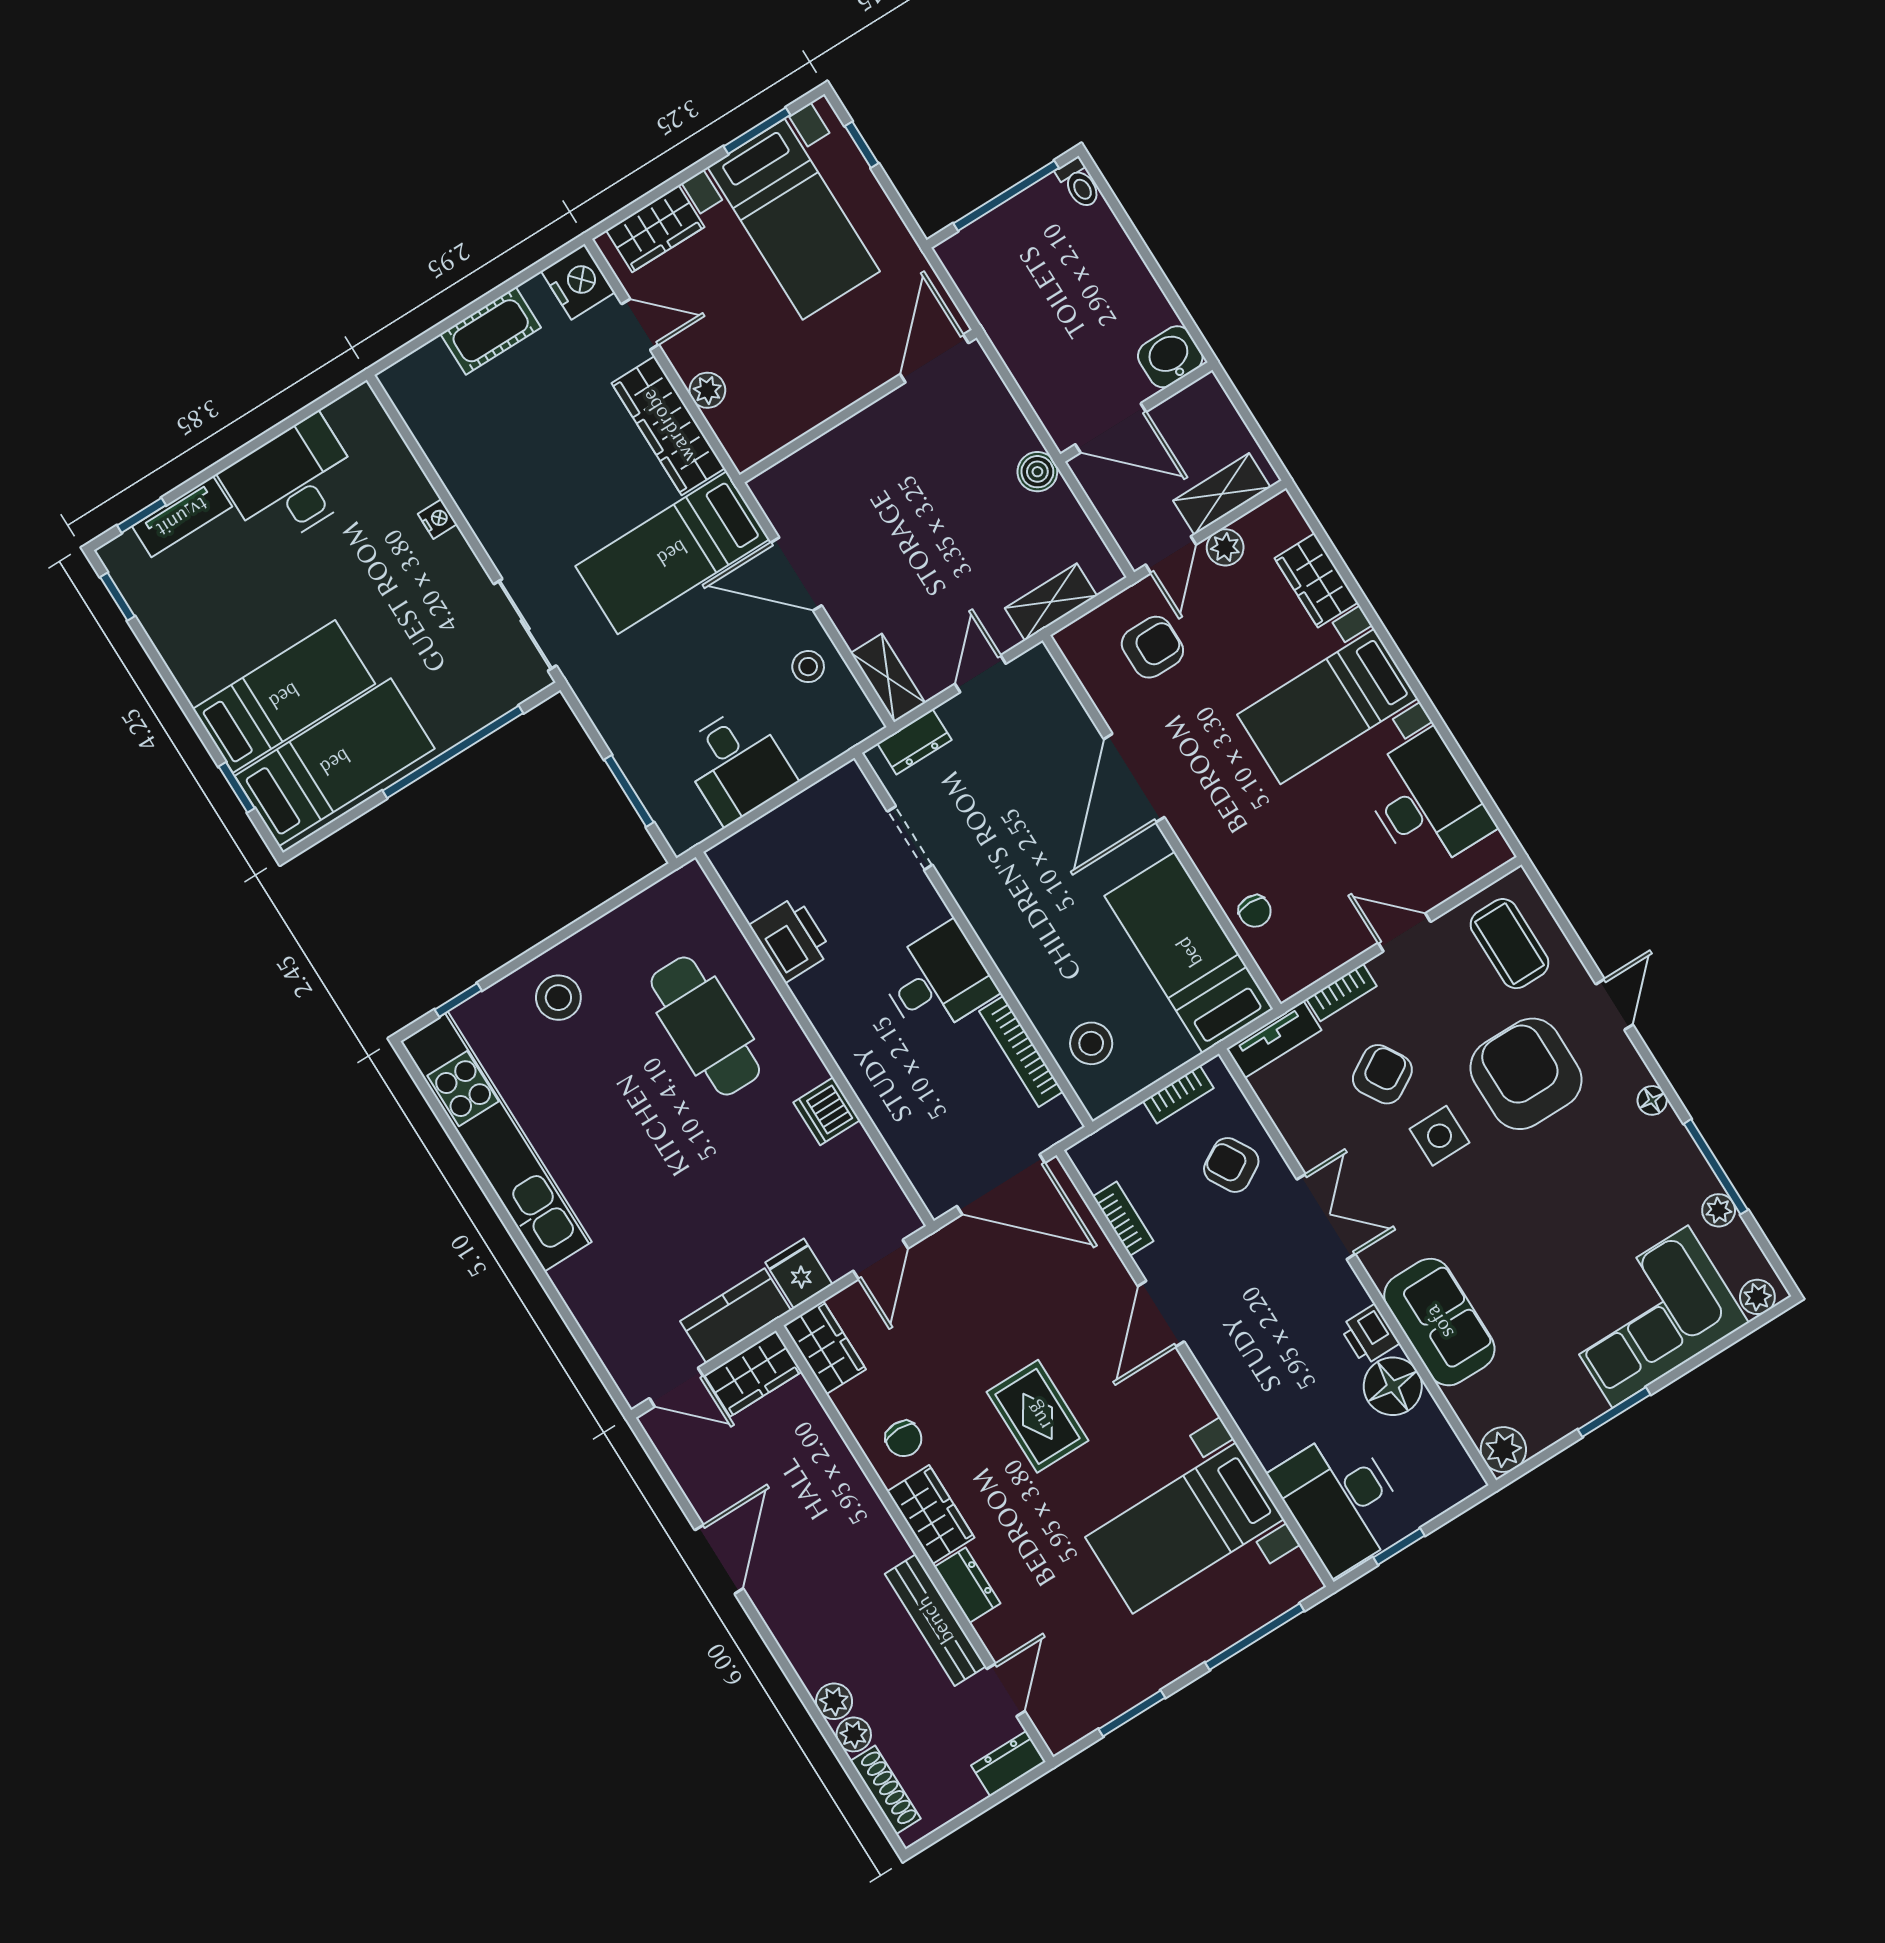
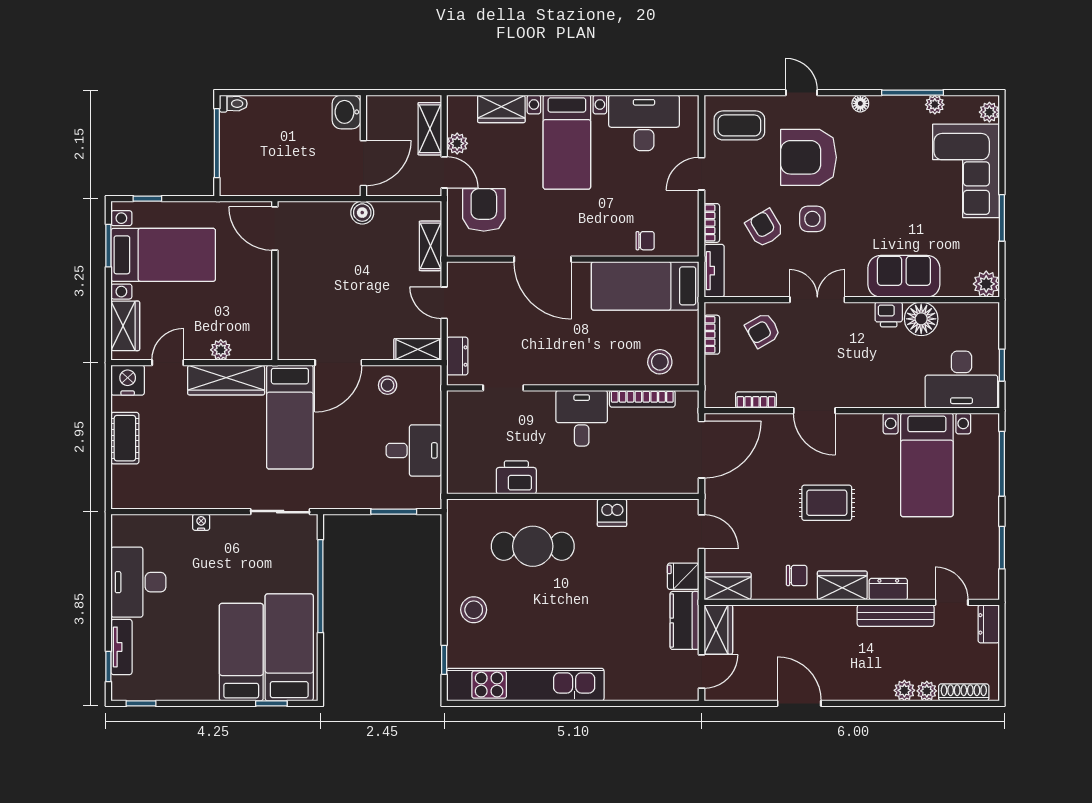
armchair: (1152, 647) -> (484, 210), width x1.38, depth x1.38

